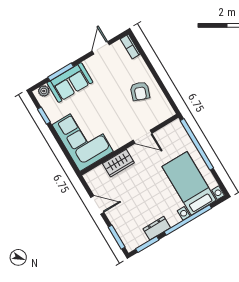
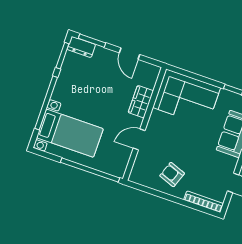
bookcase: (130, 47) -> (204, 202), width x1.56
door: (97, 205) -> (129, 54), hinge flipped
dresser: (157, 228) -> (81, 47), moved, turned 90

